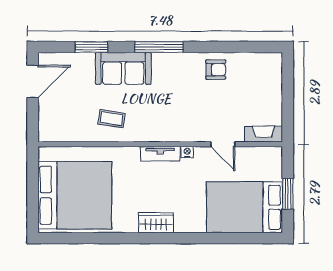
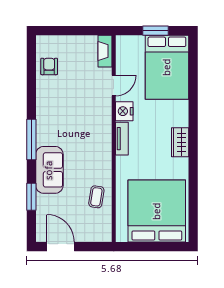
armchair: (216, 70) -> (49, 66), moved
coffee table: (112, 119) -> (96, 197), moved
nightstand: (187, 152) -> (124, 111), width x1.89, depth x1.79

